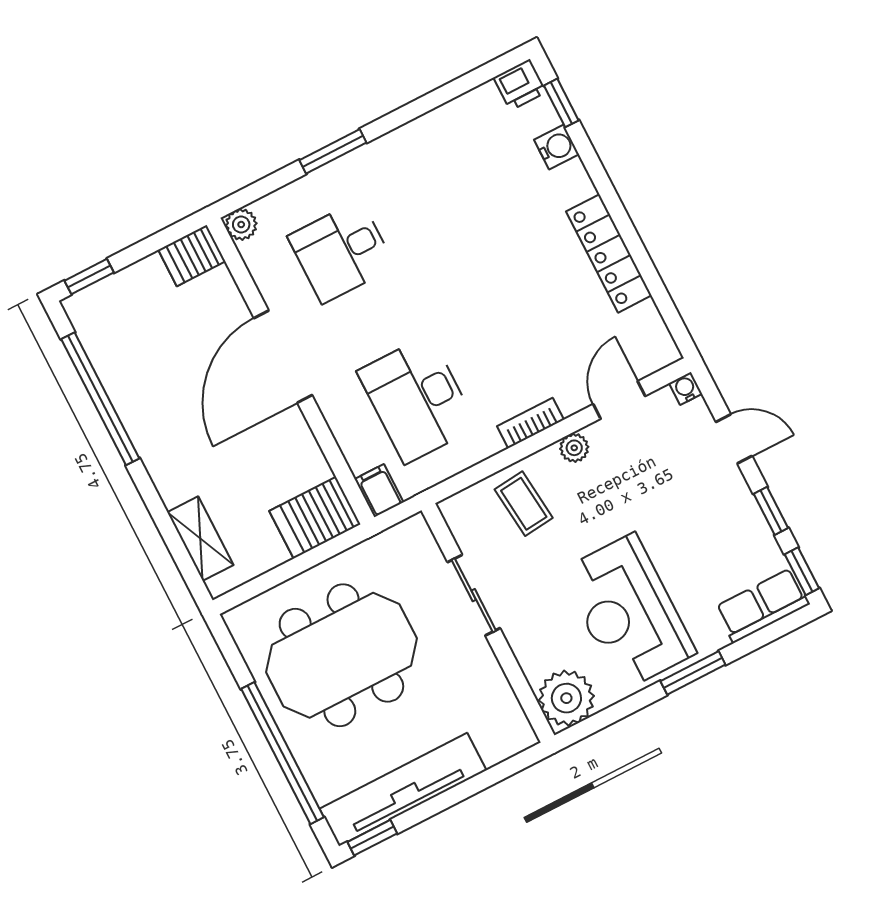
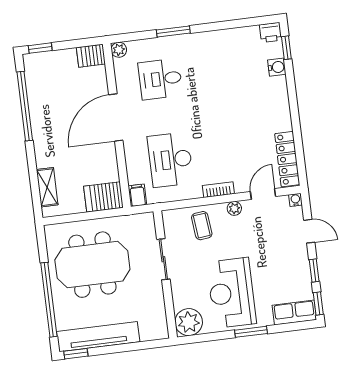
locker: (609, 253) -> (287, 159), moved

